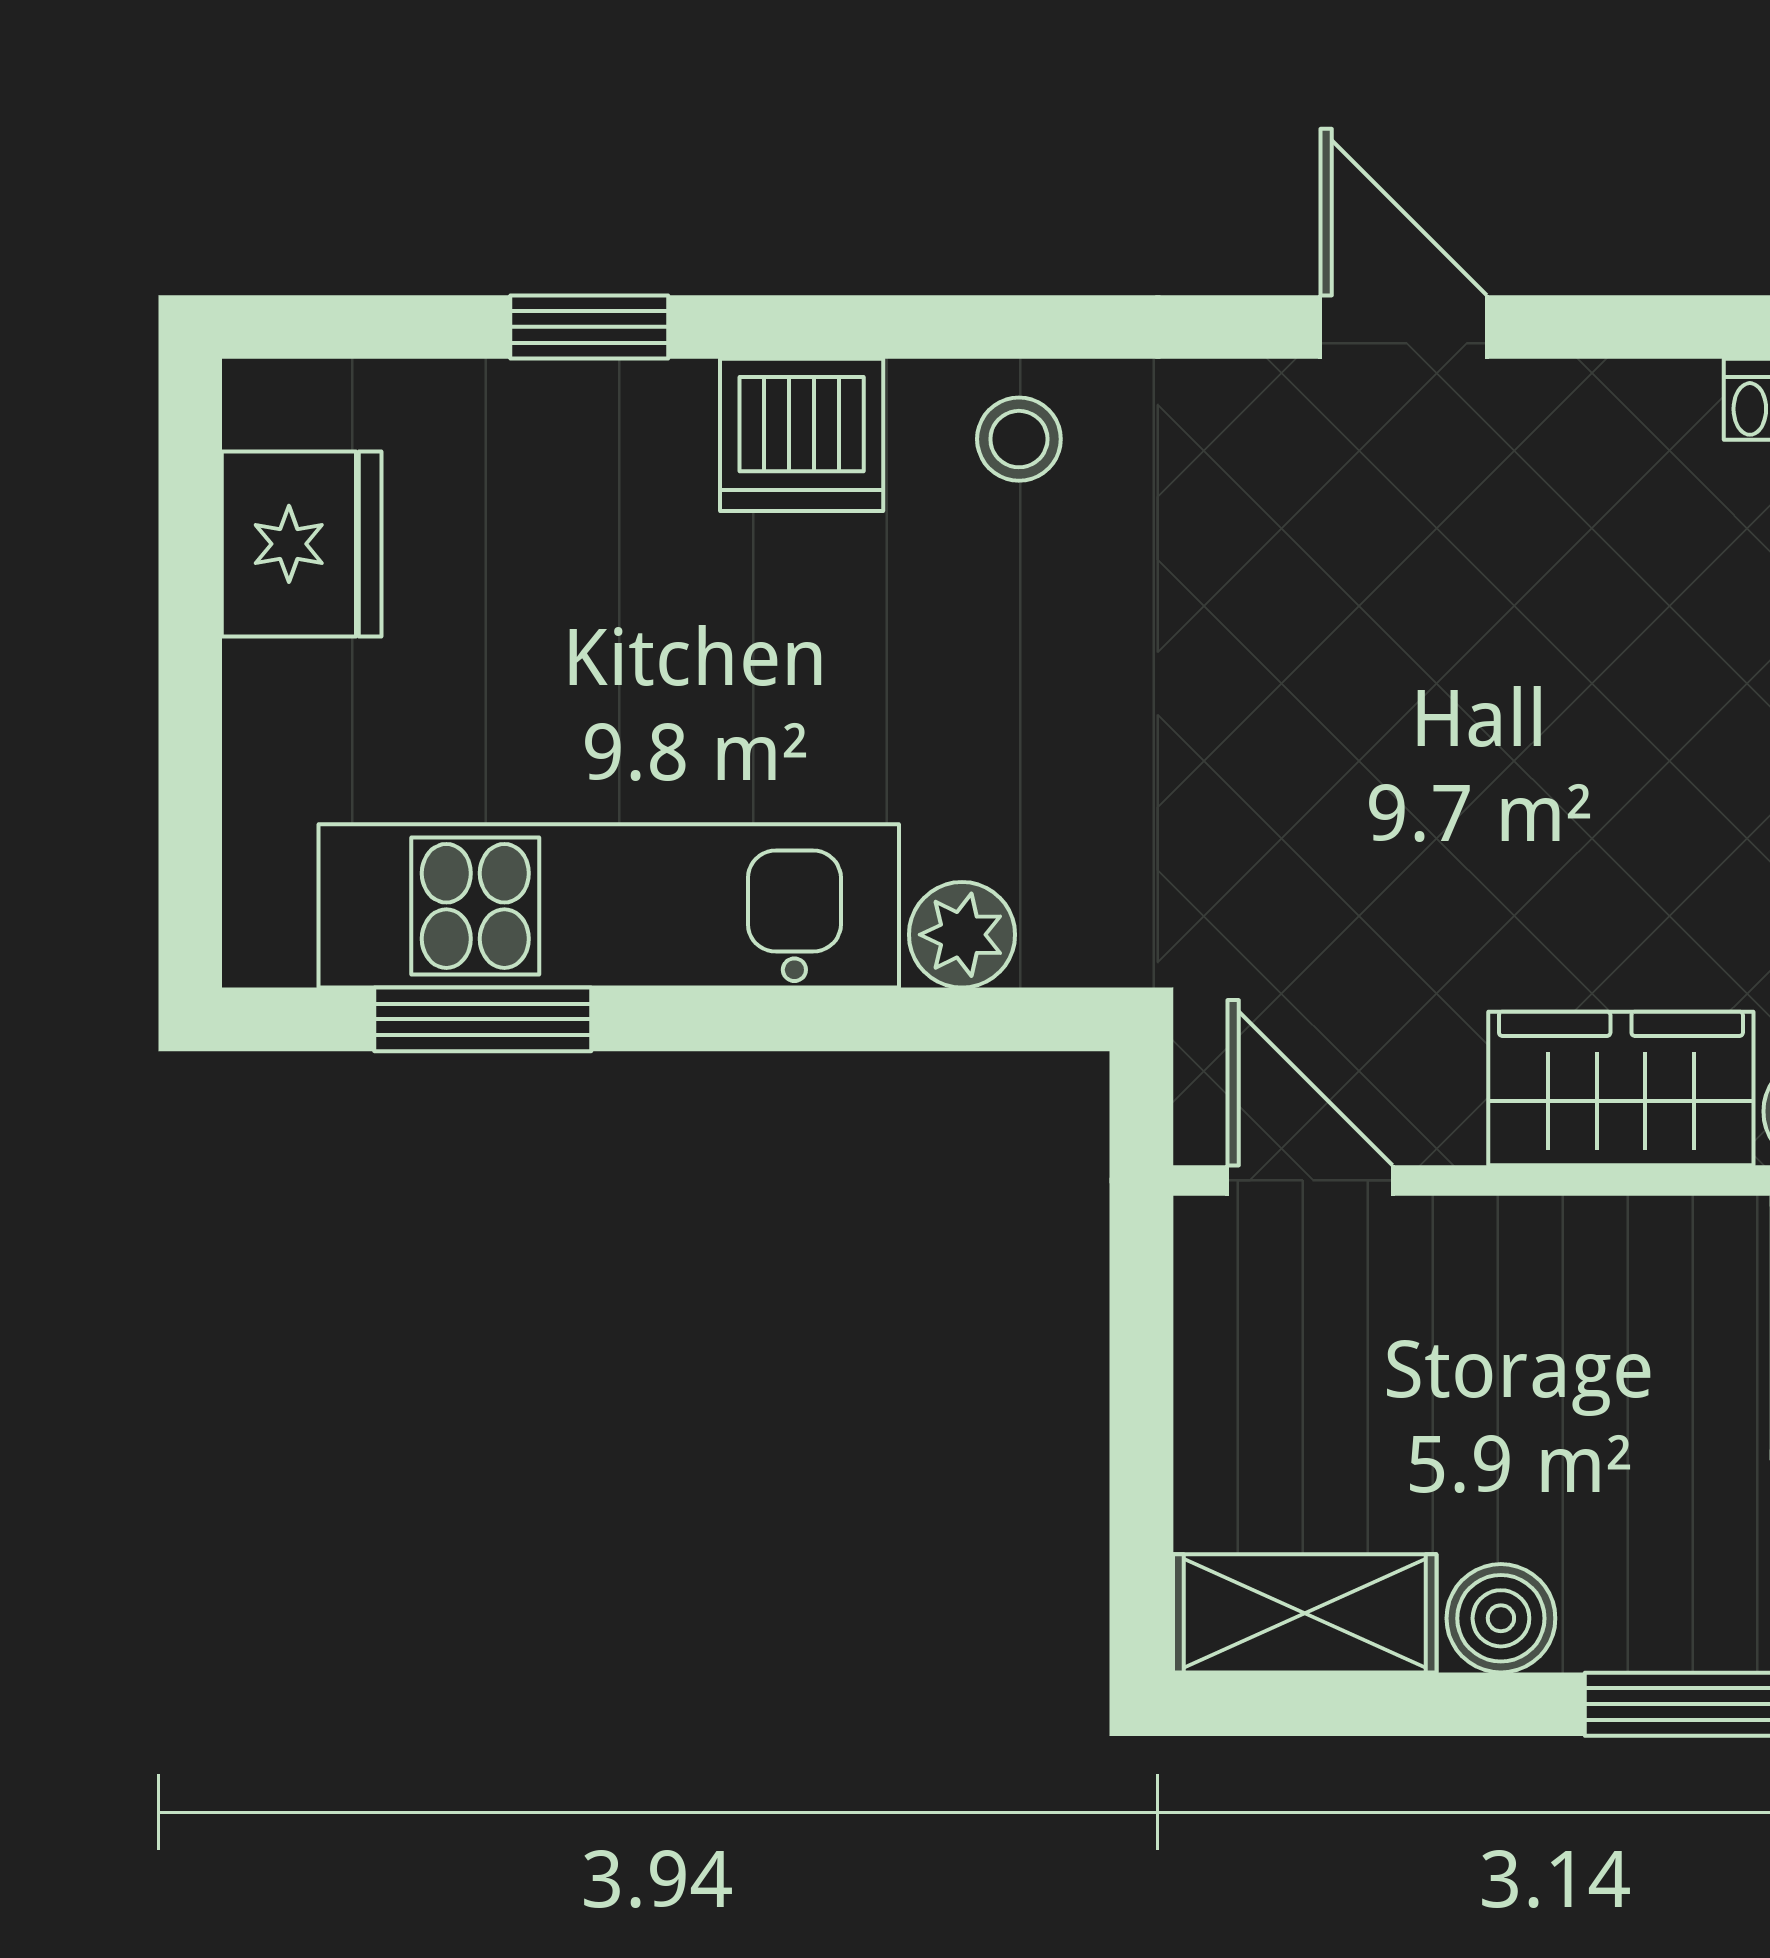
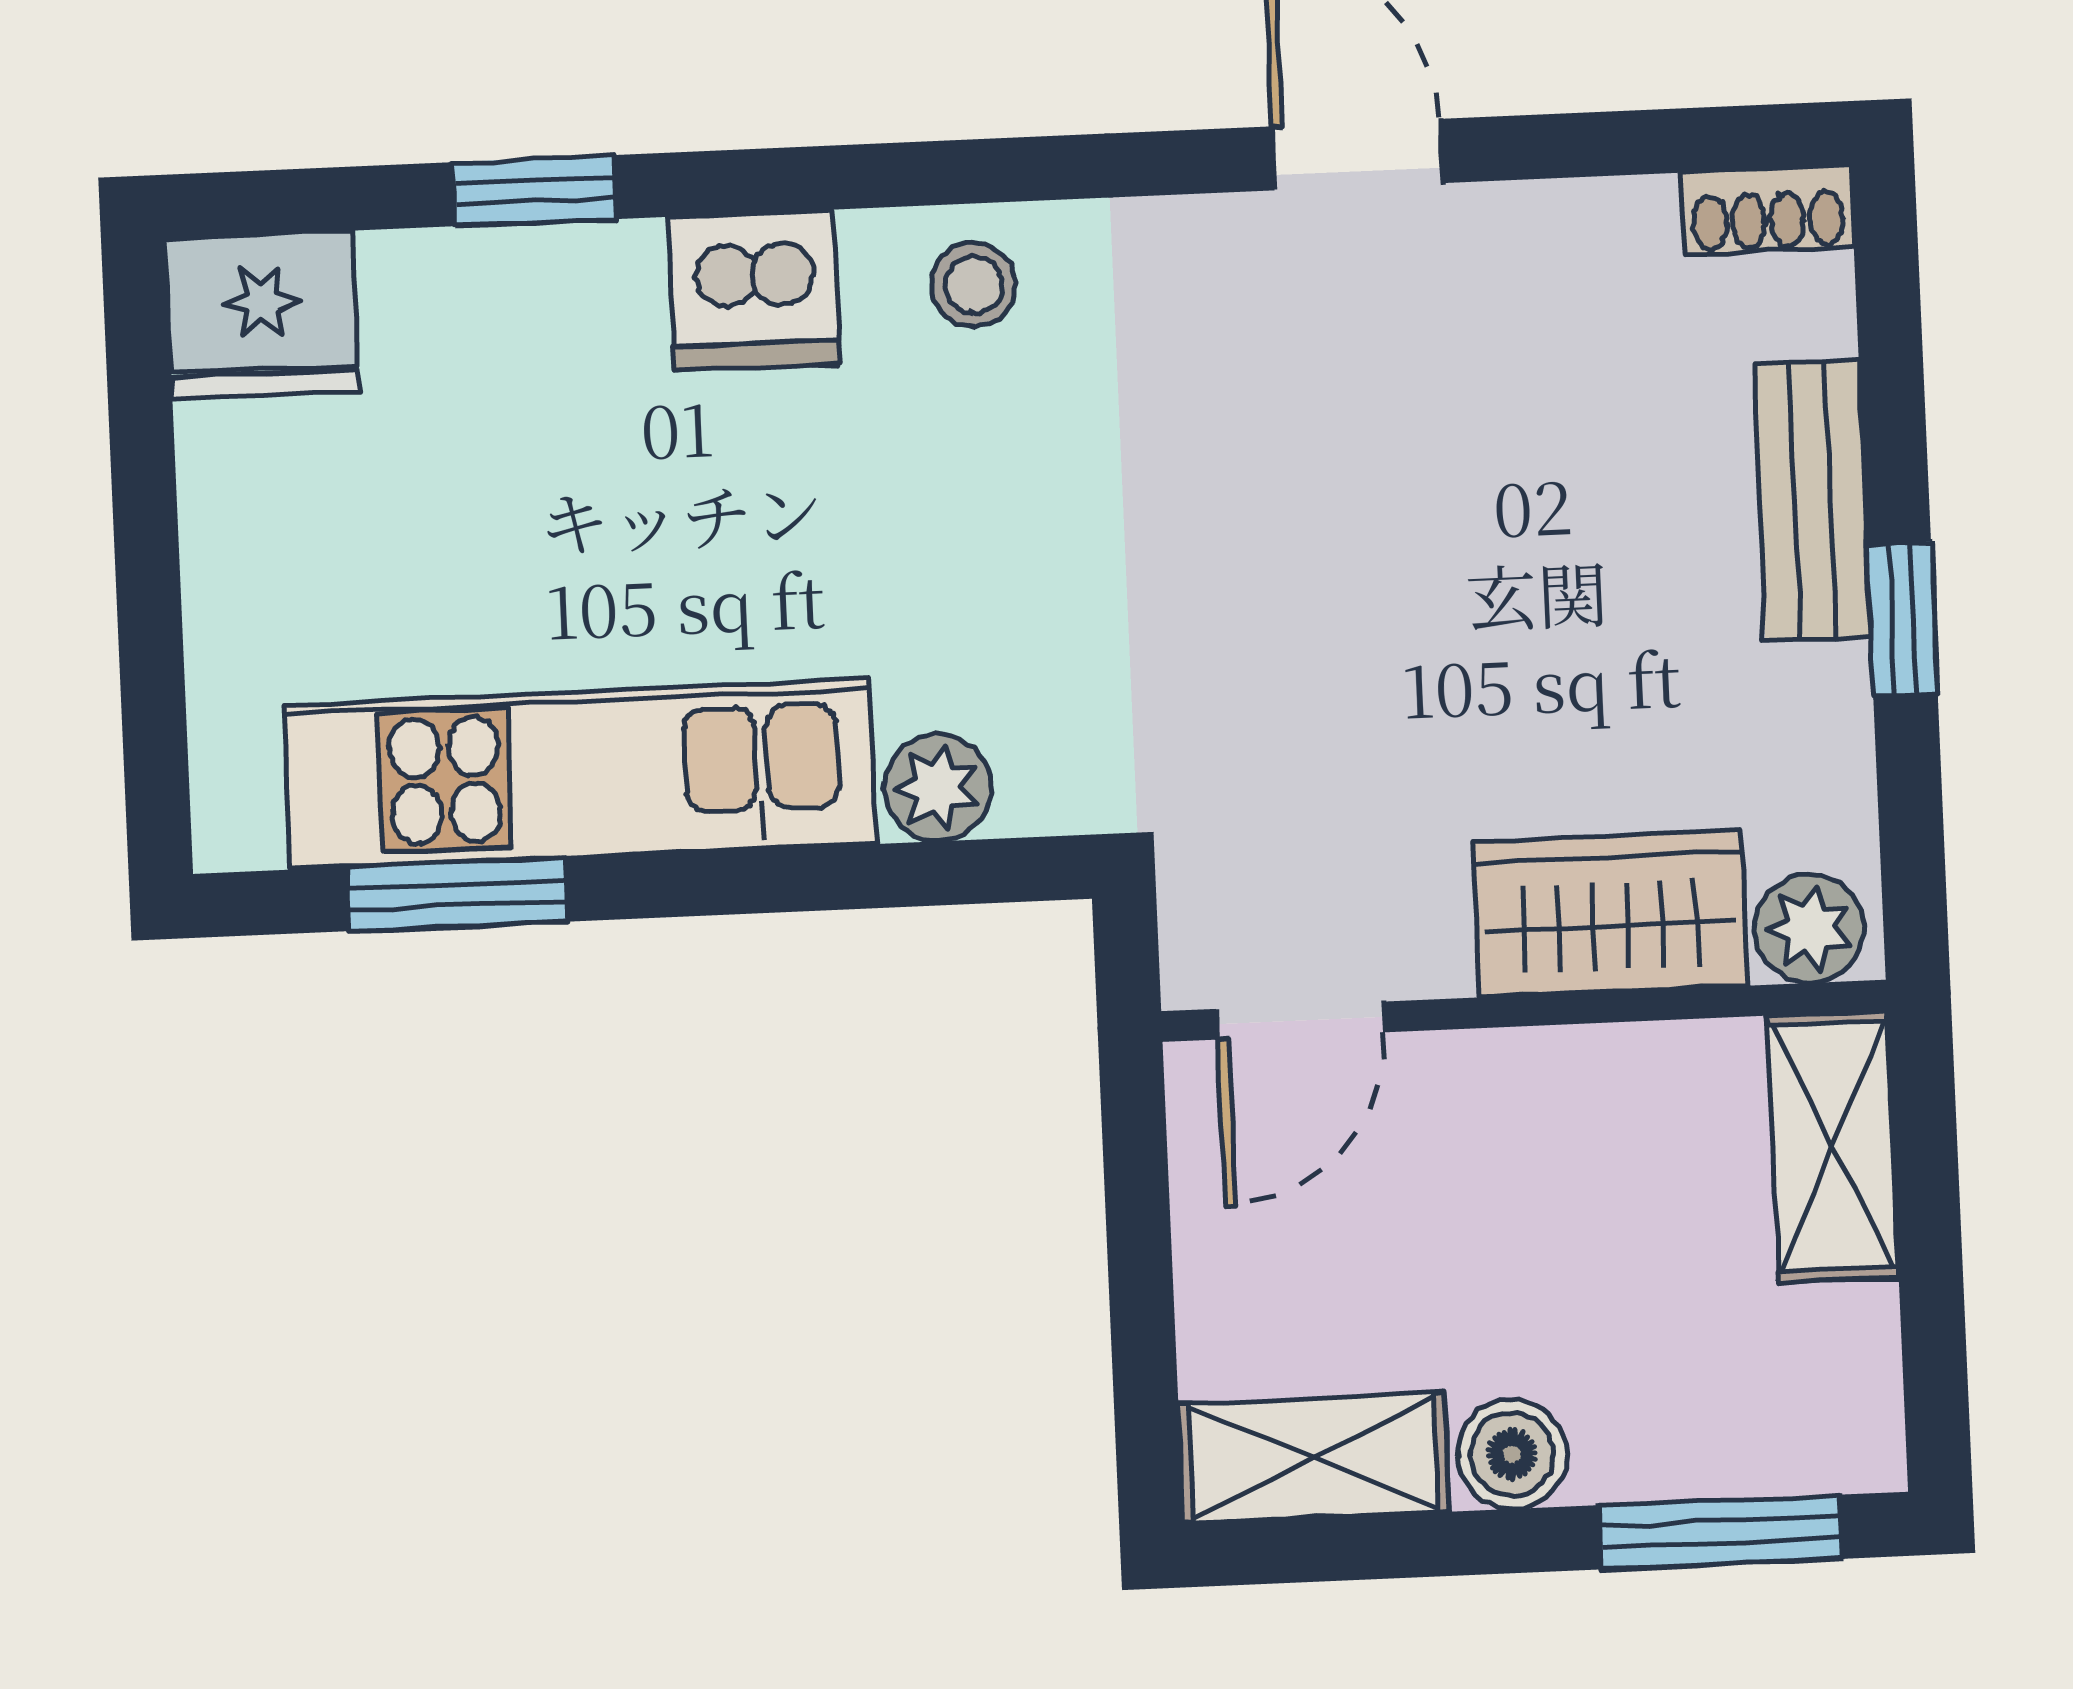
fridge: (302, 544) -> (262, 315), moved, turned 90
door: (1310, 1180) -> (1300, 1021), swing flipped

